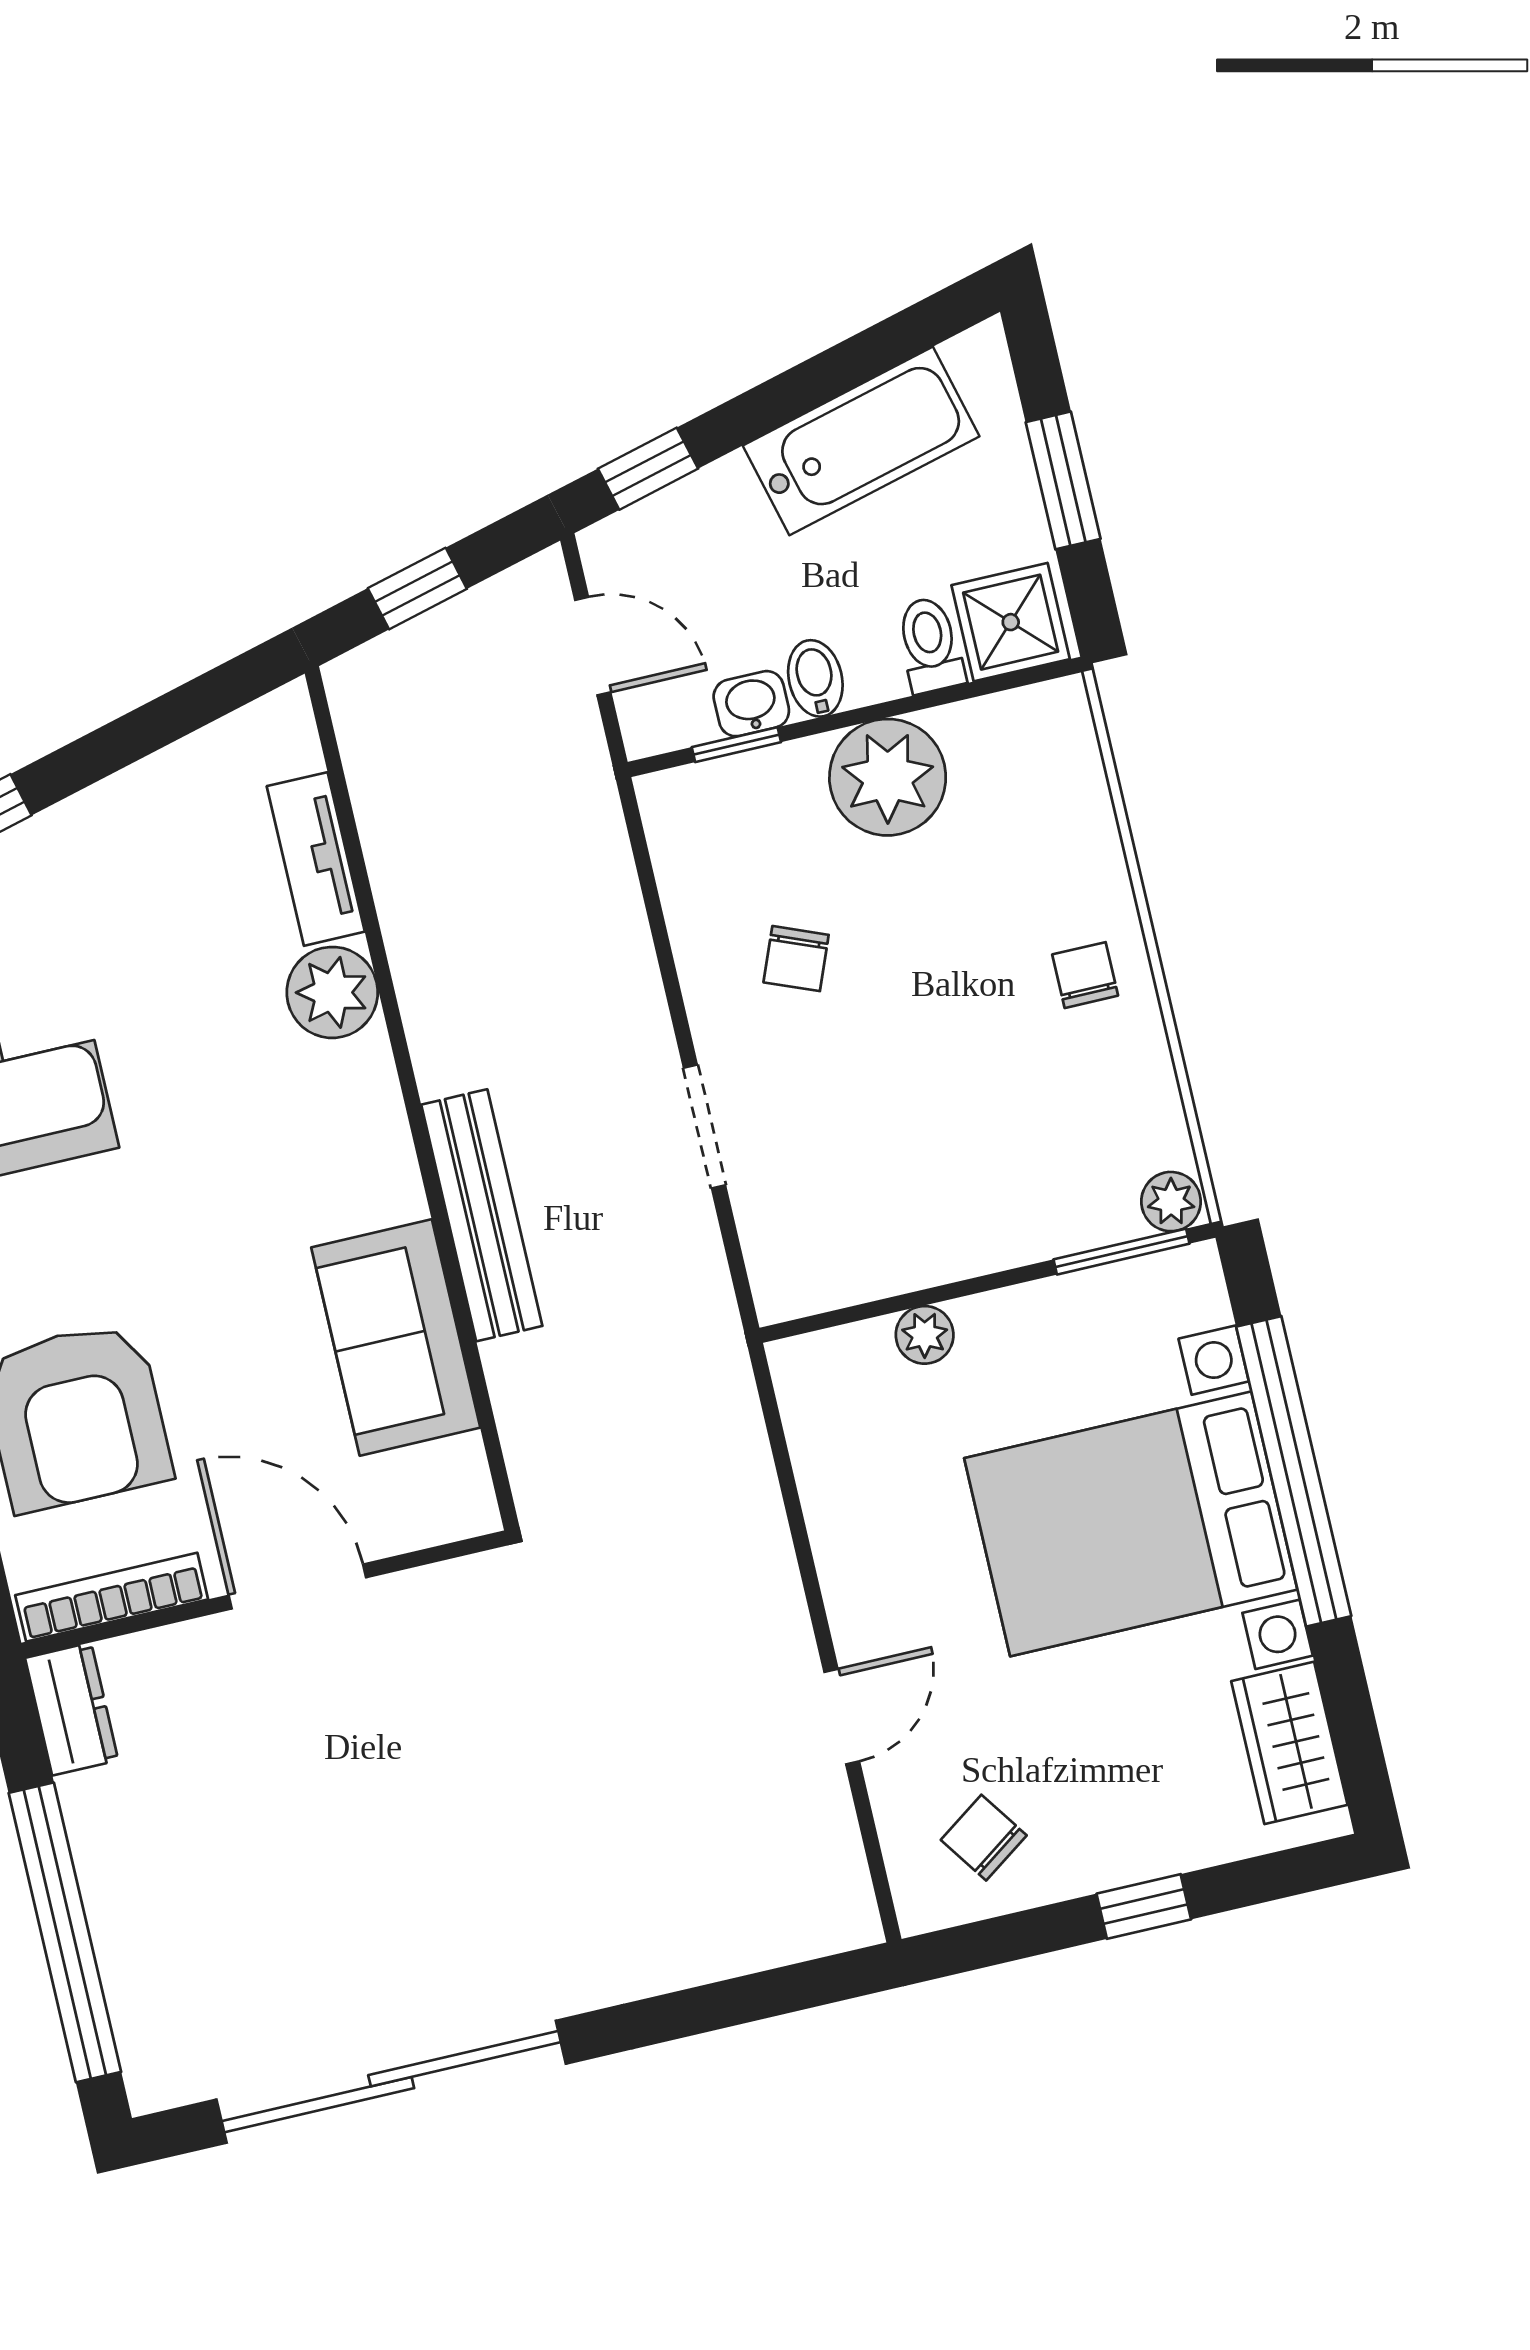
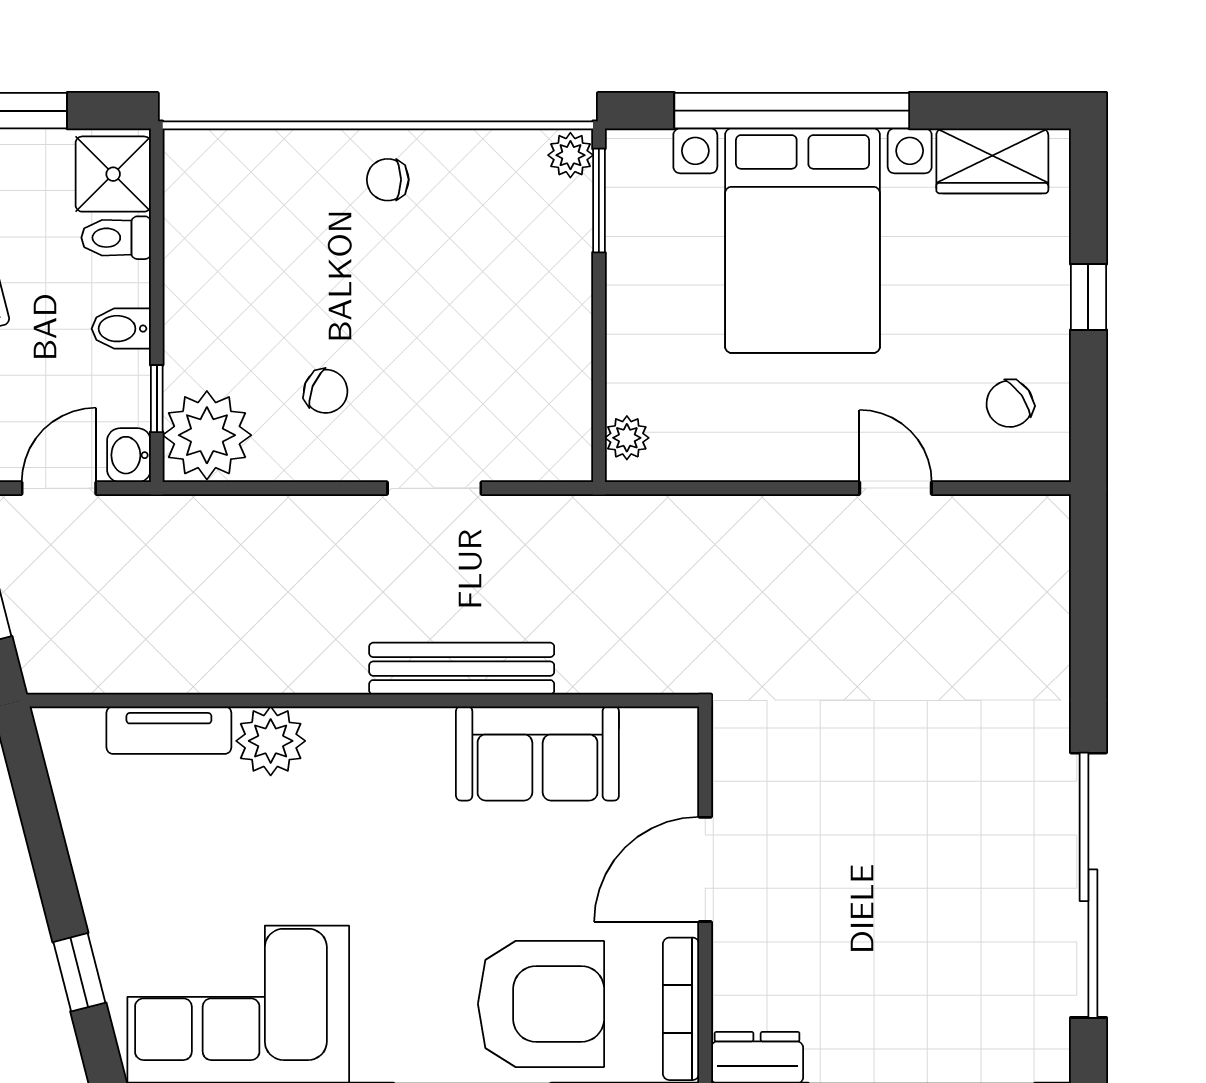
washbasin: (751, 704) -> (129, 455), moved
plant: (888, 777) -> (207, 435), moved
plant: (925, 1335) -> (627, 438), moved

